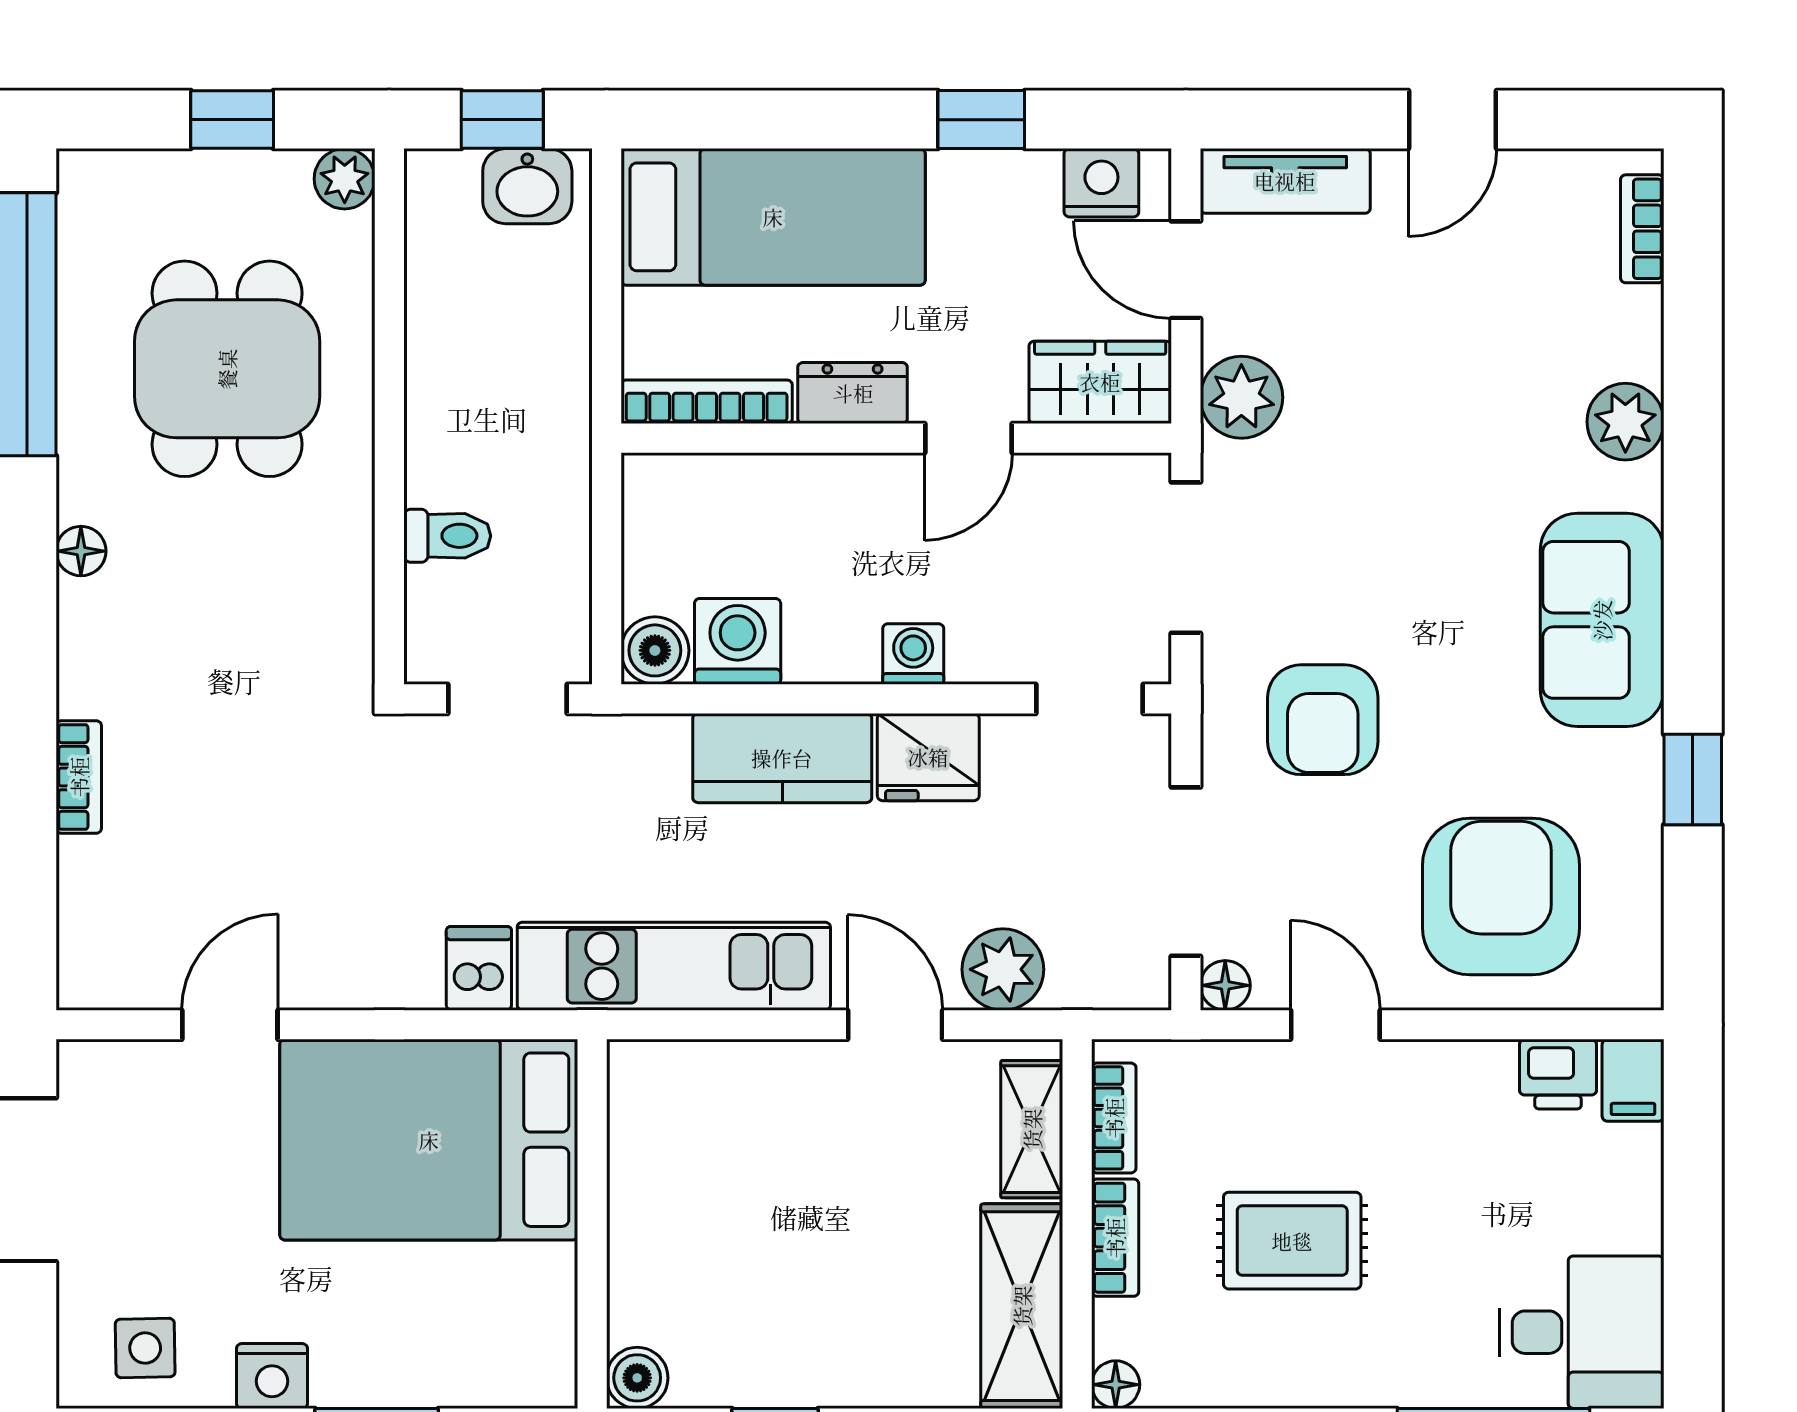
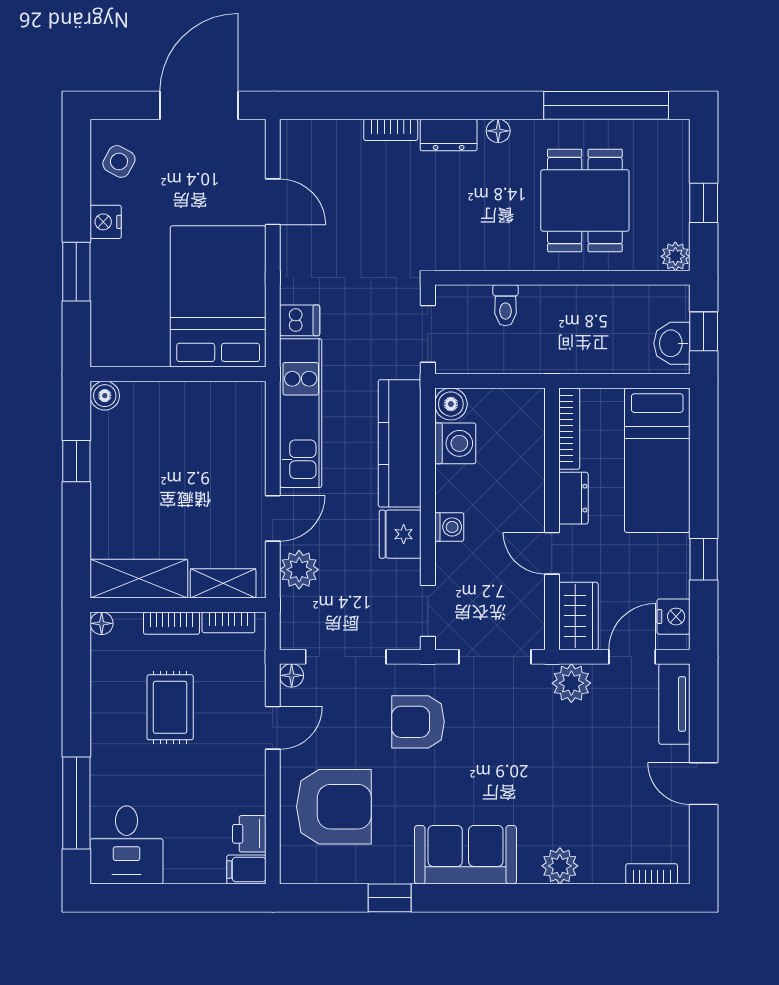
dining table: (227, 369) -> (585, 200), turned 90
dresser: (90, 655) -> (449, 135), added
kitchen counter: (782, 758) -> (400, 443), width x1.50
side table: (145, 1348) -> (119, 161), turned 30

